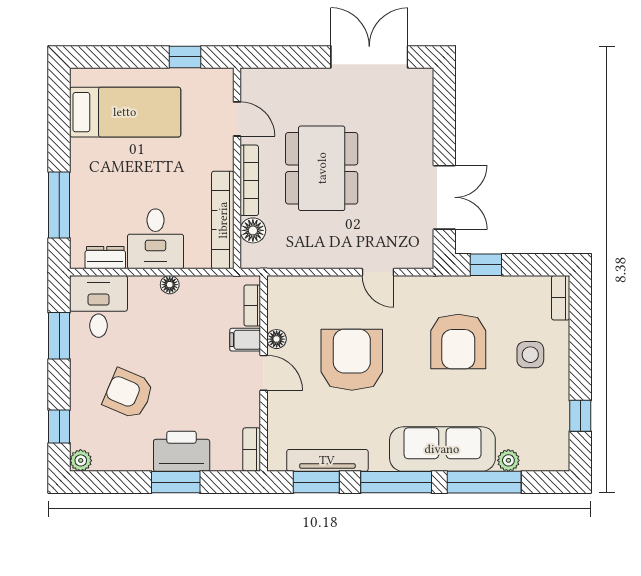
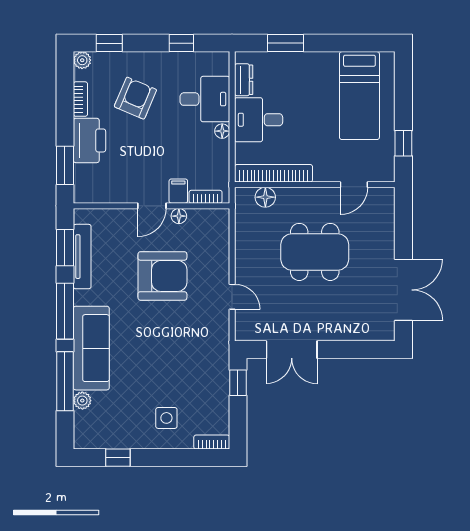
bookcase: (249, 180) -> (305, 194), removed
window: (59, 205) -> (286, 43), width x0.69
door: (378, 272) -> (232, 297), swing flipped
desk: (99, 306) -> (205, 99), moved
window: (59, 336) -> (181, 43), width x0.67
armchair: (458, 342) -> (177, 361), removed
bookcase: (252, 450) -> (80, 99), moved, turned 90
window: (176, 482) -> (65, 165), moved

